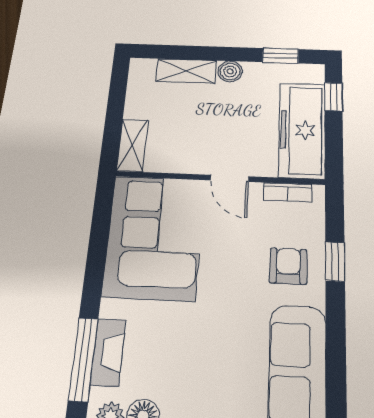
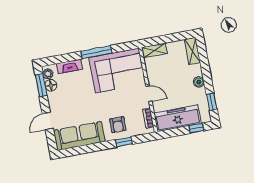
shelving: (186, 71) -> (192, 51), moved
door: (230, 178) -> (149, 94), swing flipped
armchair: (288, 266) -> (118, 125), turned 90
window: (83, 359) -> (96, 52), moved

